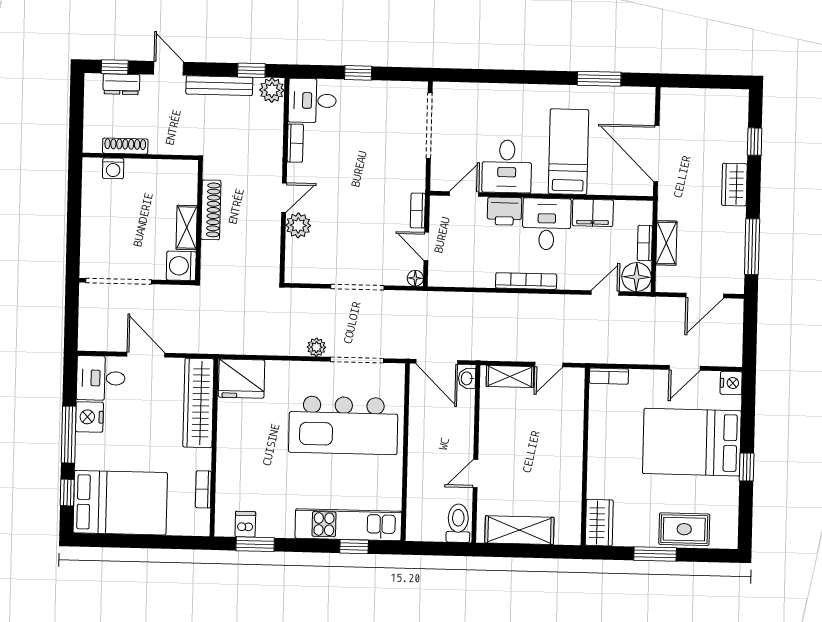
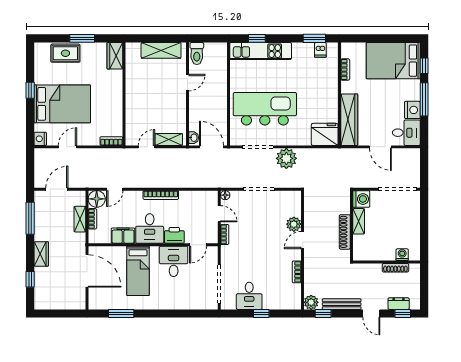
desk: (312, 101) -> (249, 296), moved, turned 90
plant: (316, 347) -> (286, 158), width x1.88, depth x1.88

